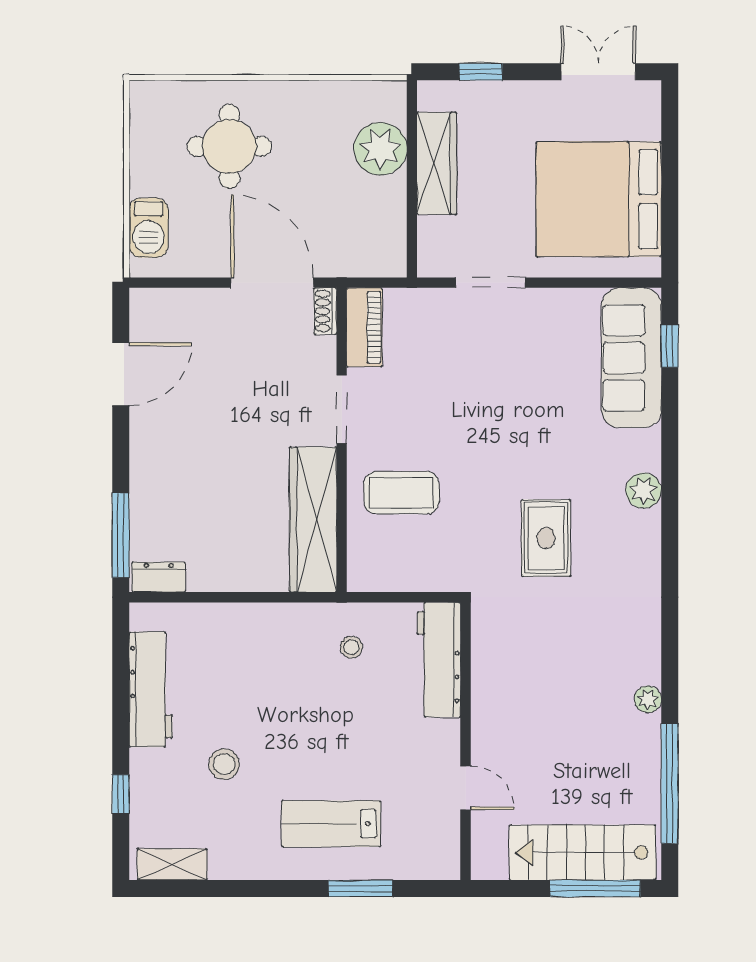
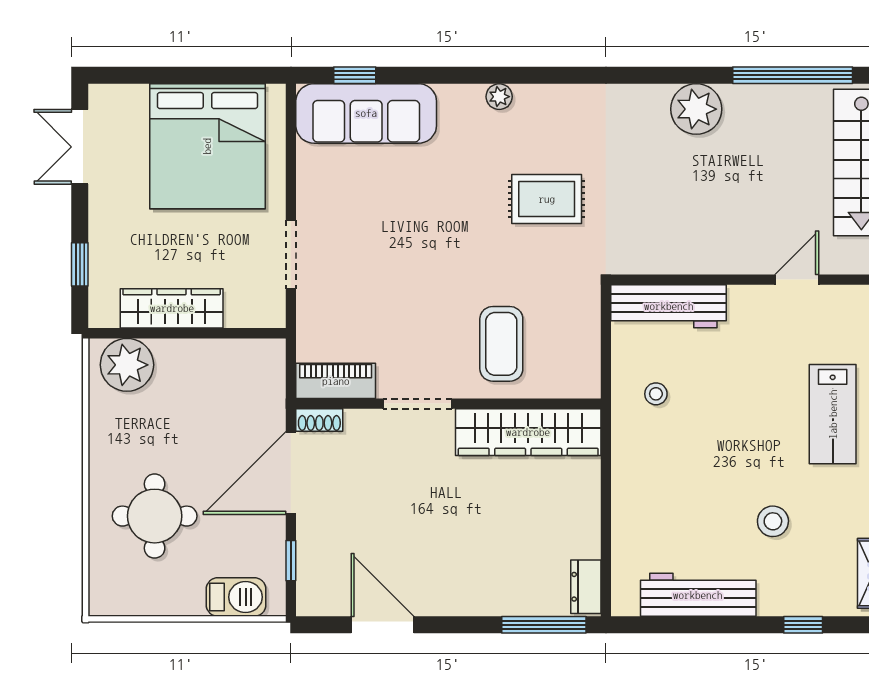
plant: (380, 149) -> (127, 365), moved
window: (185, 283) -> (291, 561), added
plant: (643, 491) -> (499, 97), width x0.73, depth x0.73
plant: (648, 699) -> (696, 109), width x1.87, depth x1.87

